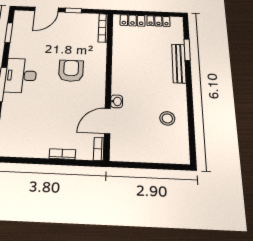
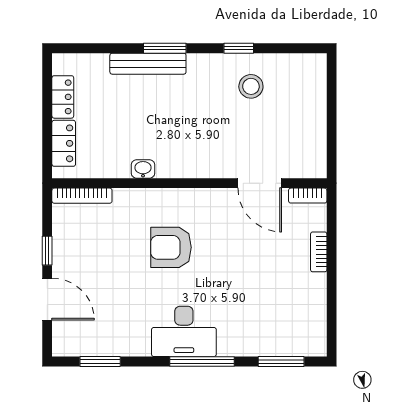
window: (187, 50) -> (165, 48), moved
washbasin: (117, 101) -> (143, 169), moved
window: (191, 113) -> (239, 48), added

